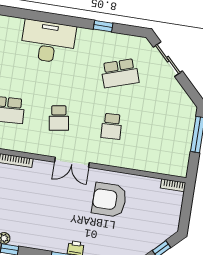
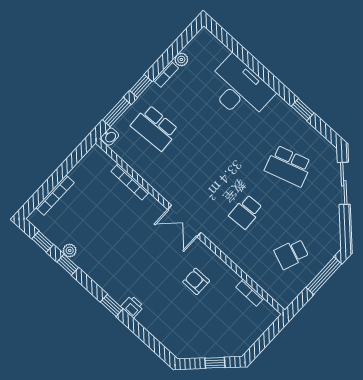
school desk: (59, 118) -> (291, 254), moved, turned 30
bookcase: (173, 185) -> (250, 293), moved
armchair: (109, 200) -> (196, 281), width x0.53, depth x0.53

